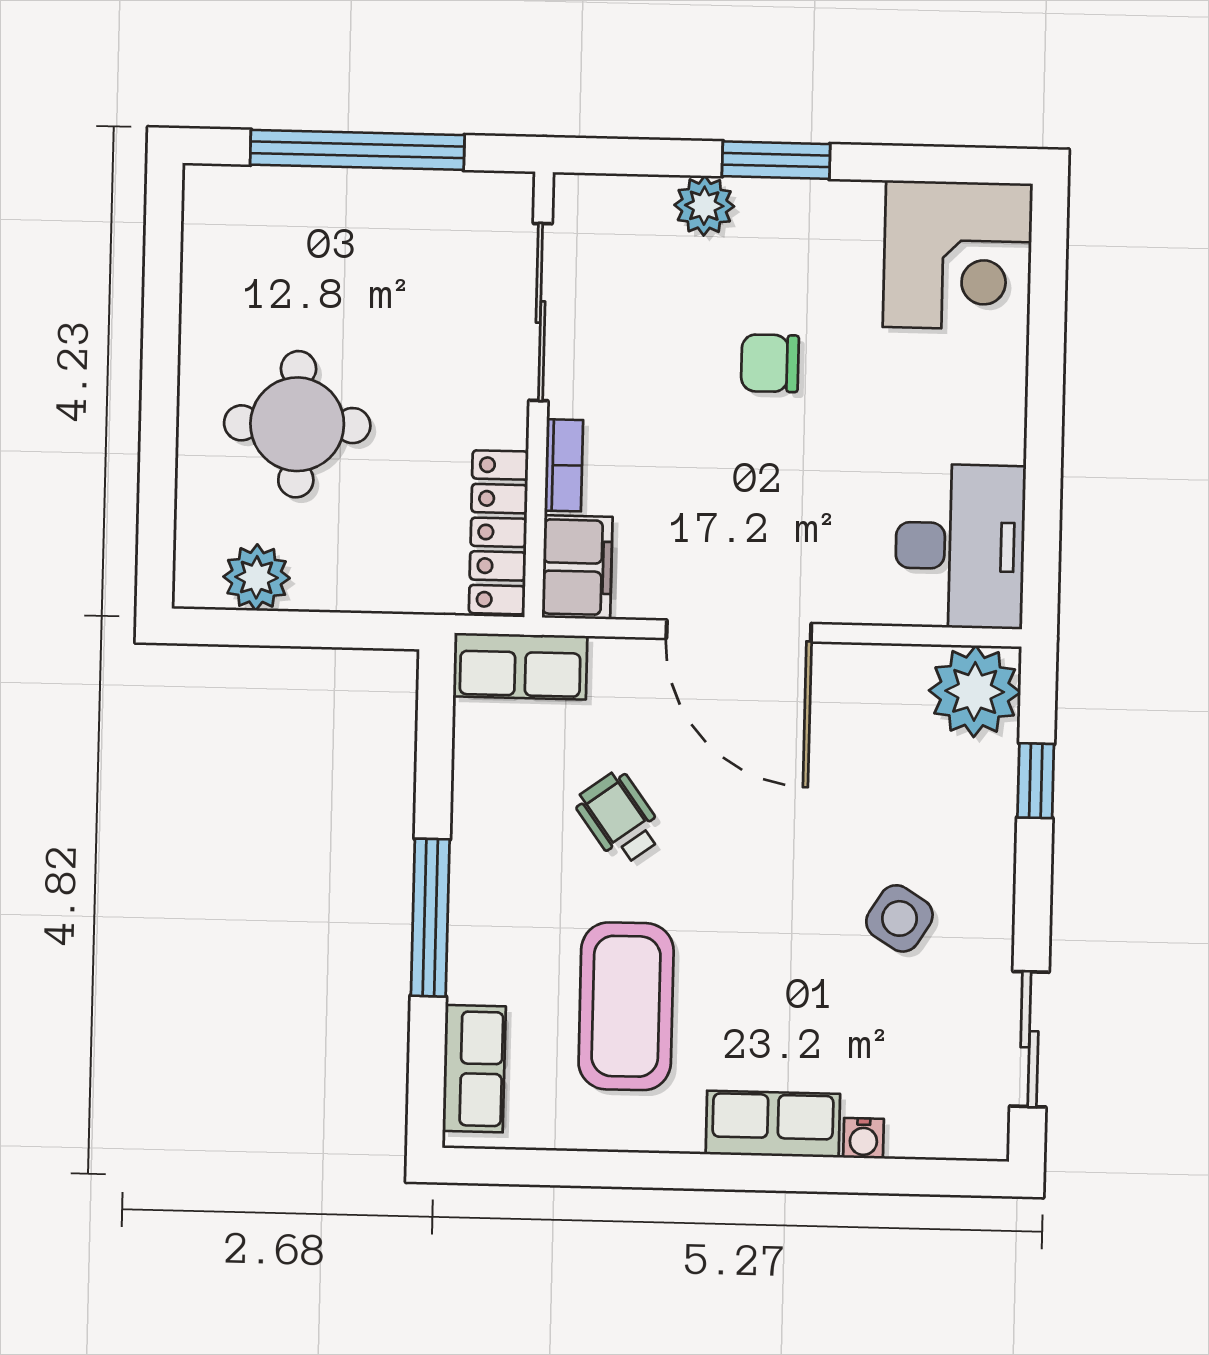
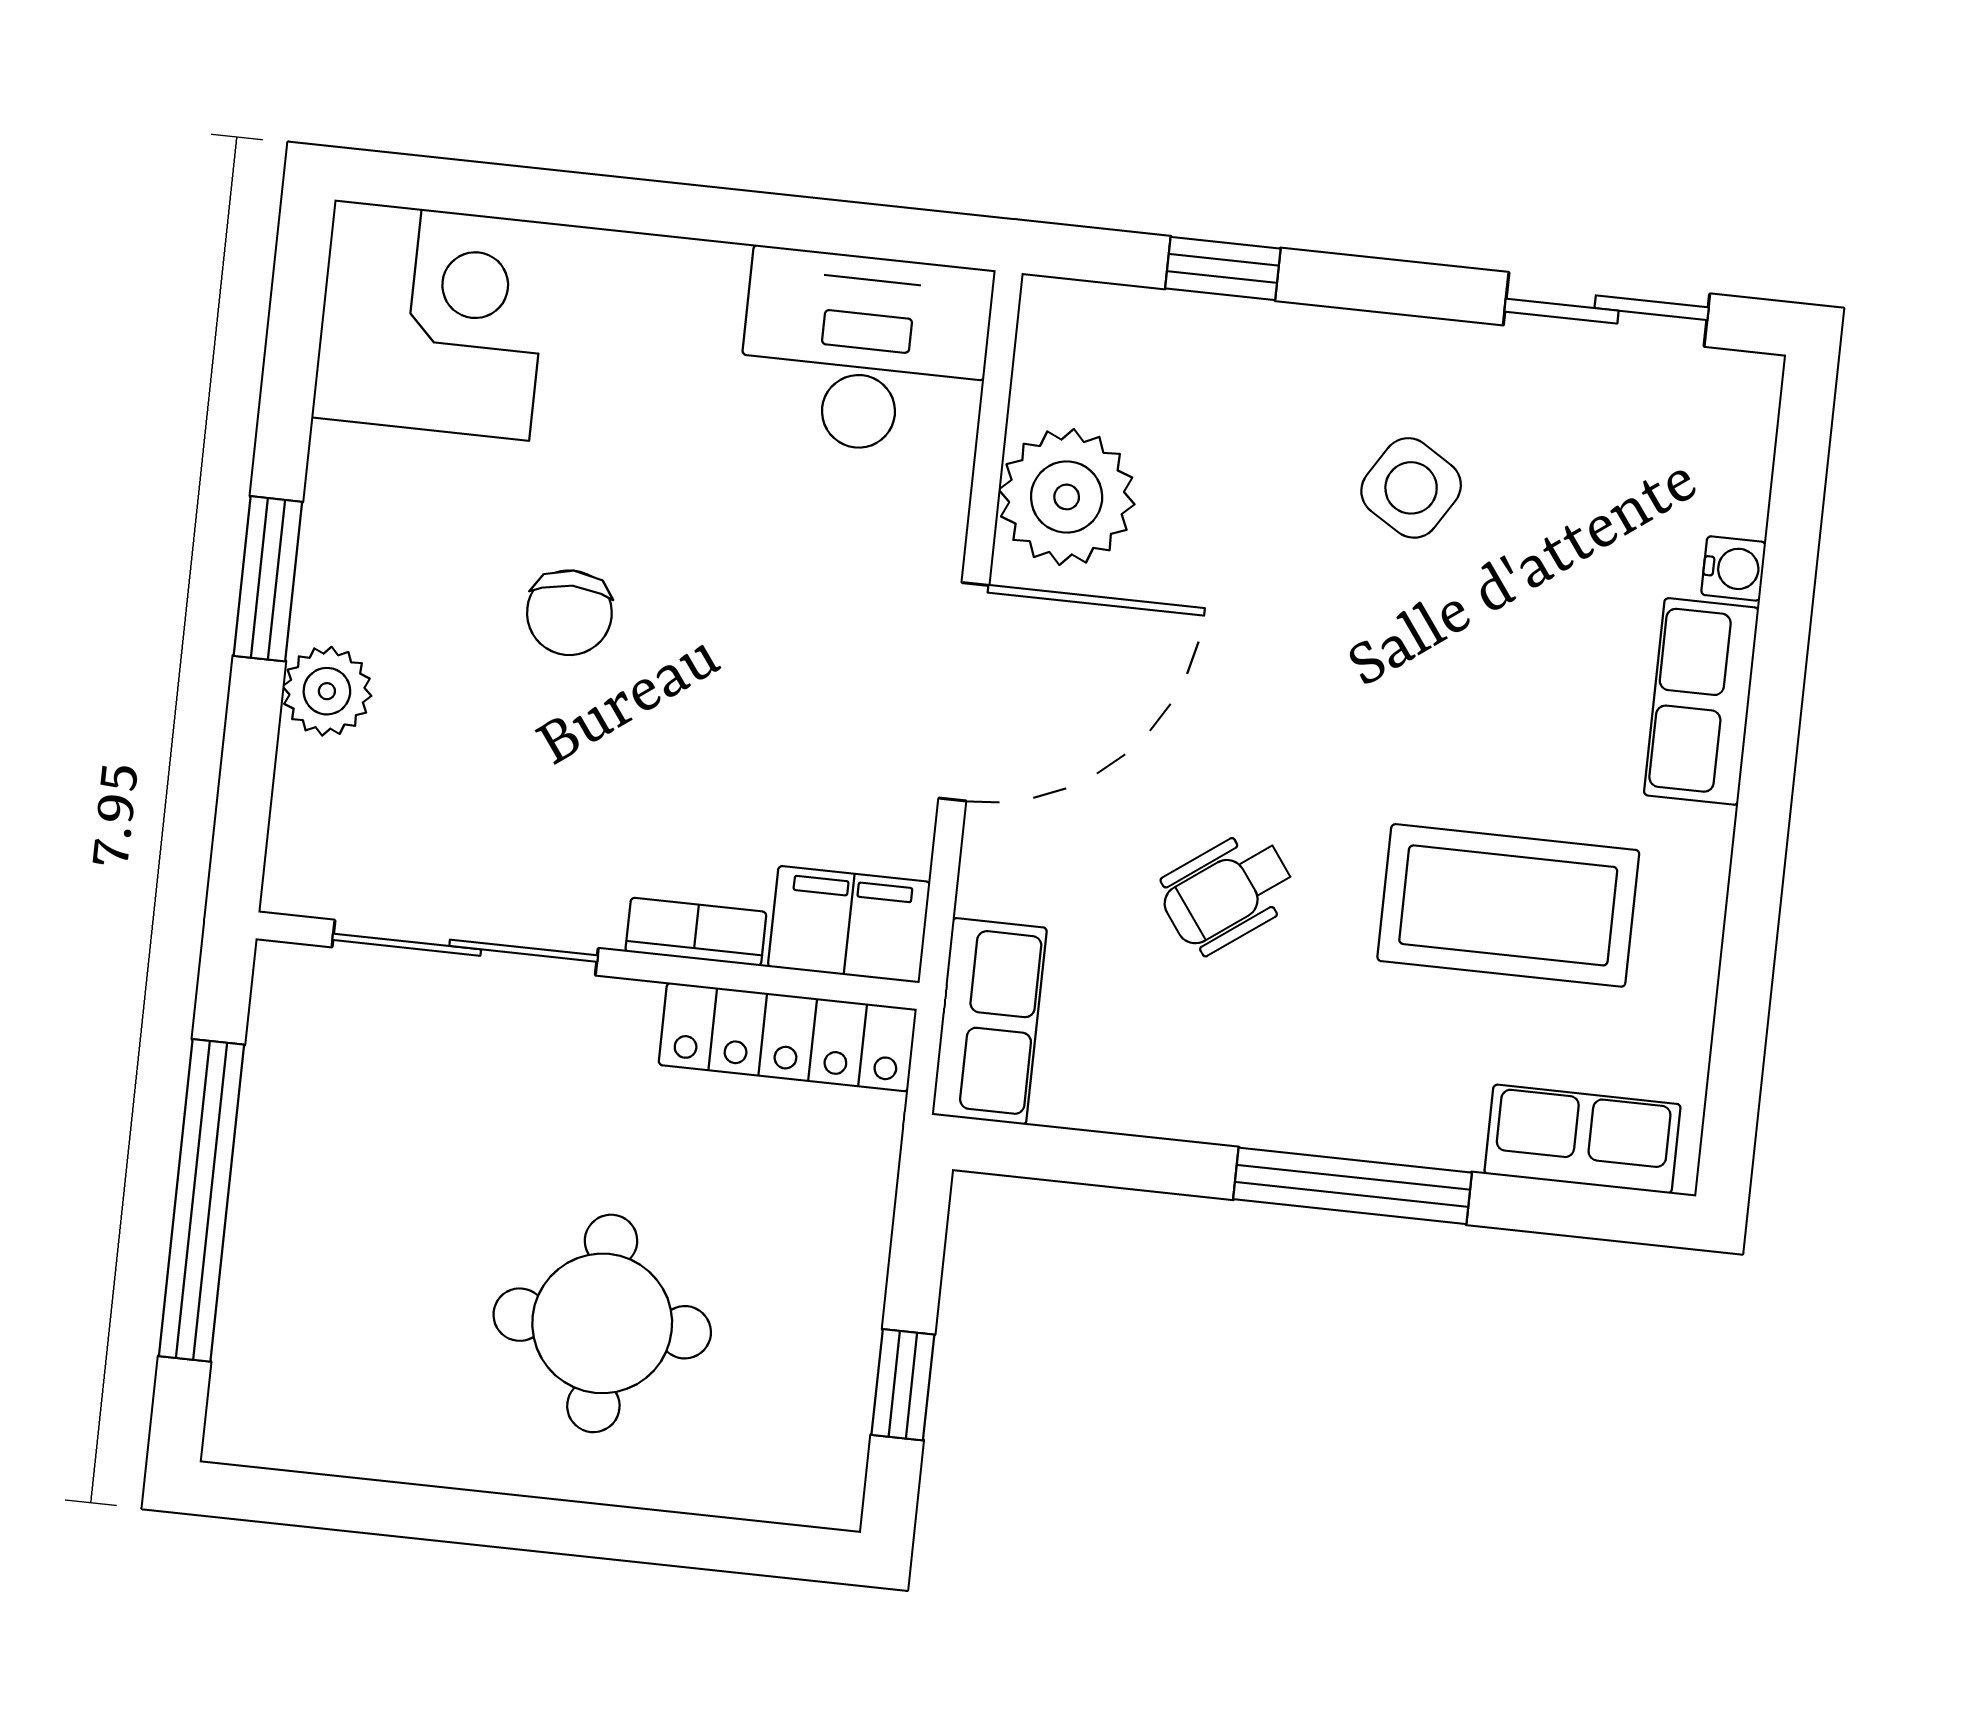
plant: (257, 577) -> (825, 1403), removed
window: (273, 628) -> (903, 1385), added
plant: (975, 691) -> (1067, 497), moved

